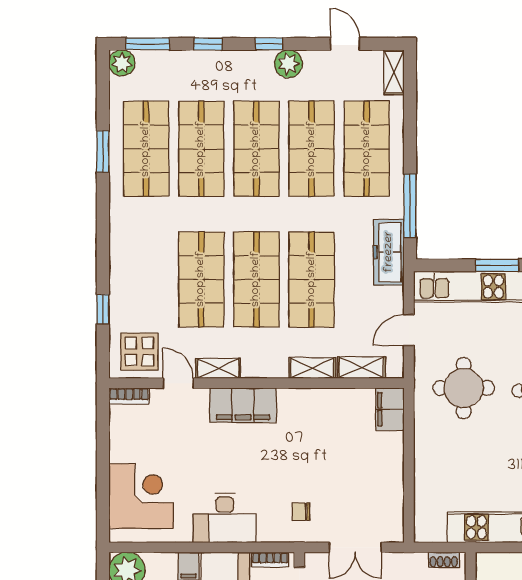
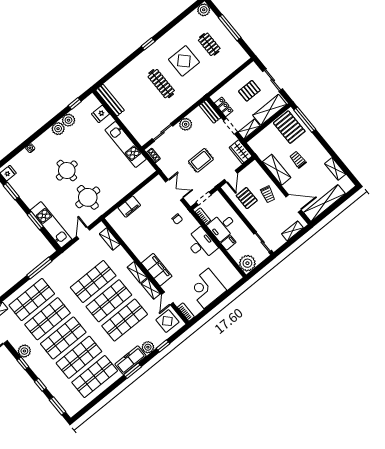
plant: (122, 63) -> (148, 347), moved
window: (103, 152) -> (133, 371), moved
freezer: (389, 252) -> (131, 360), moved, turned 180
door: (409, 330) -> (83, 233), swing flipped
shelving: (312, 368) -> (137, 272), moved
filing cabinet: (390, 409) -> (129, 207), moved
corner desk: (141, 496) -> (206, 288), moved

